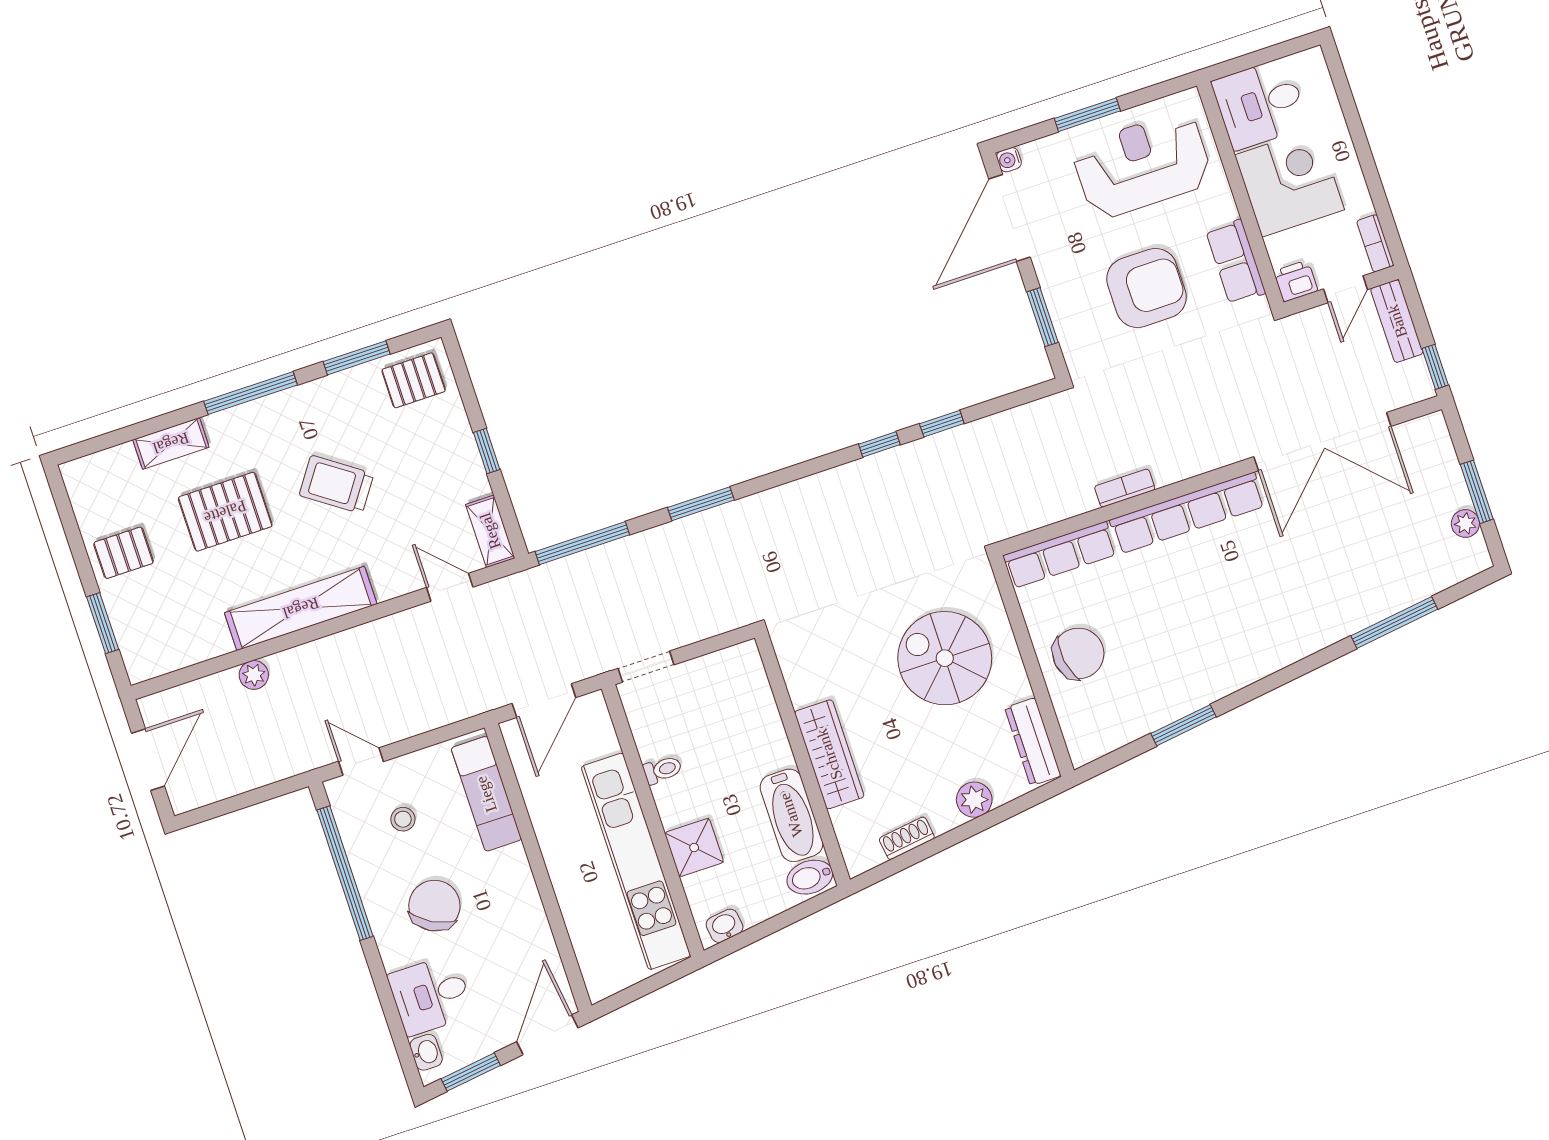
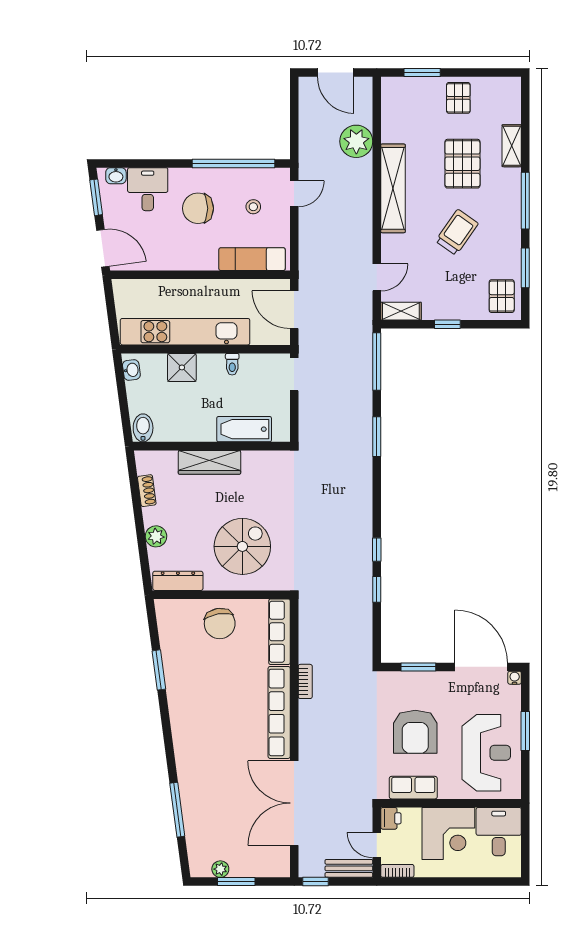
plant: (254, 675) -> (356, 141), width x1.87, depth x1.87
bathtub: (791, 815) -> (244, 429), moved
chair: (434, 906) -> (198, 208), turned 151

